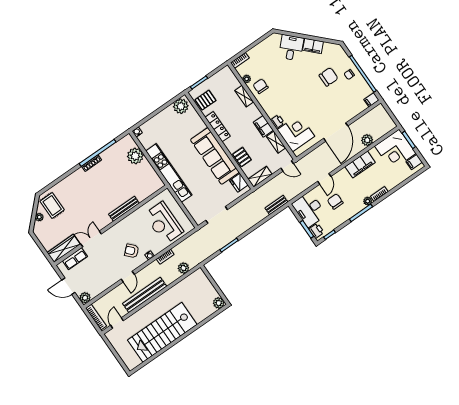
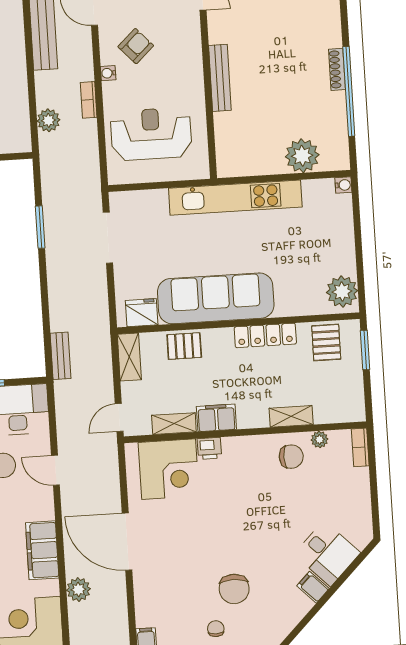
filing cabinet: (313, 46) -> (313, 587), width x0.50

